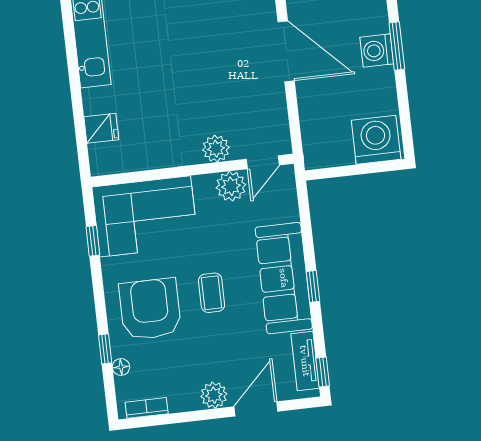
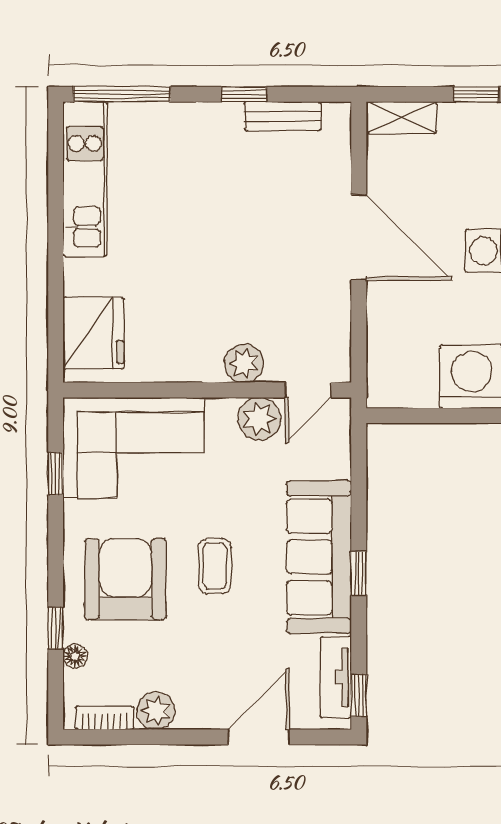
fridge: (101, 128) -> (93, 333), width x1.88, depth x1.34
plant: (214, 395) -> (156, 711), moved

